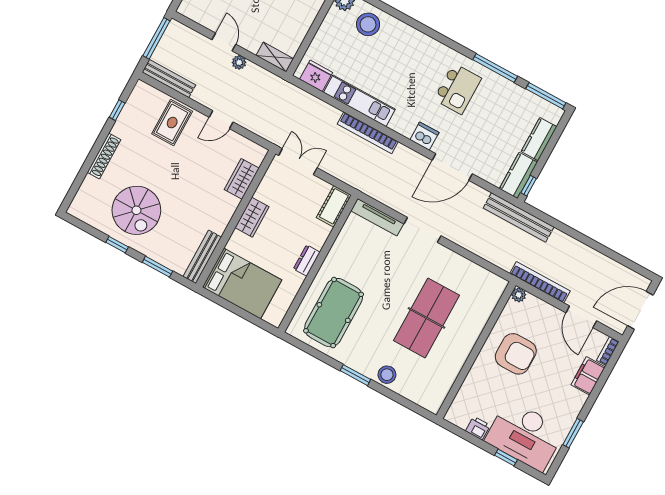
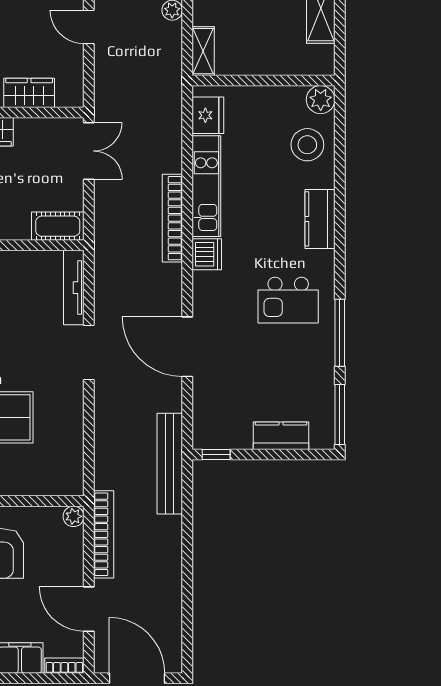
dishwasher: (424, 136) -> (207, 254), moved
kitchen counter: (518, 176) -> (320, 219), moved, turned -90
door: (581, 317) -> (89, 609), hinge flipped

